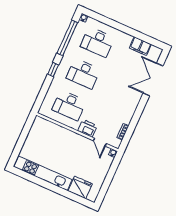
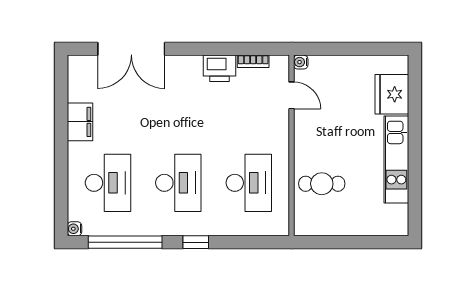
filing cabinet: (140, 46) -> (80, 122), moved
printer: (87, 128) -> (220, 68), moved, turned -90
cafe table: (54, 138) -> (322, 184), added
door: (100, 142) -> (291, 95), hinge flipped
kitchen unit: (43, 173) -> (396, 160), width x0.73

